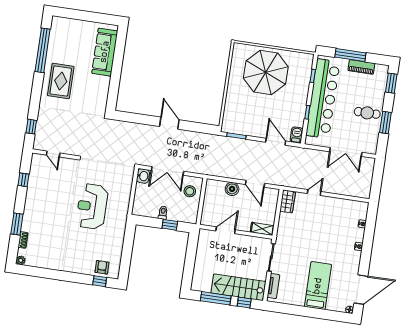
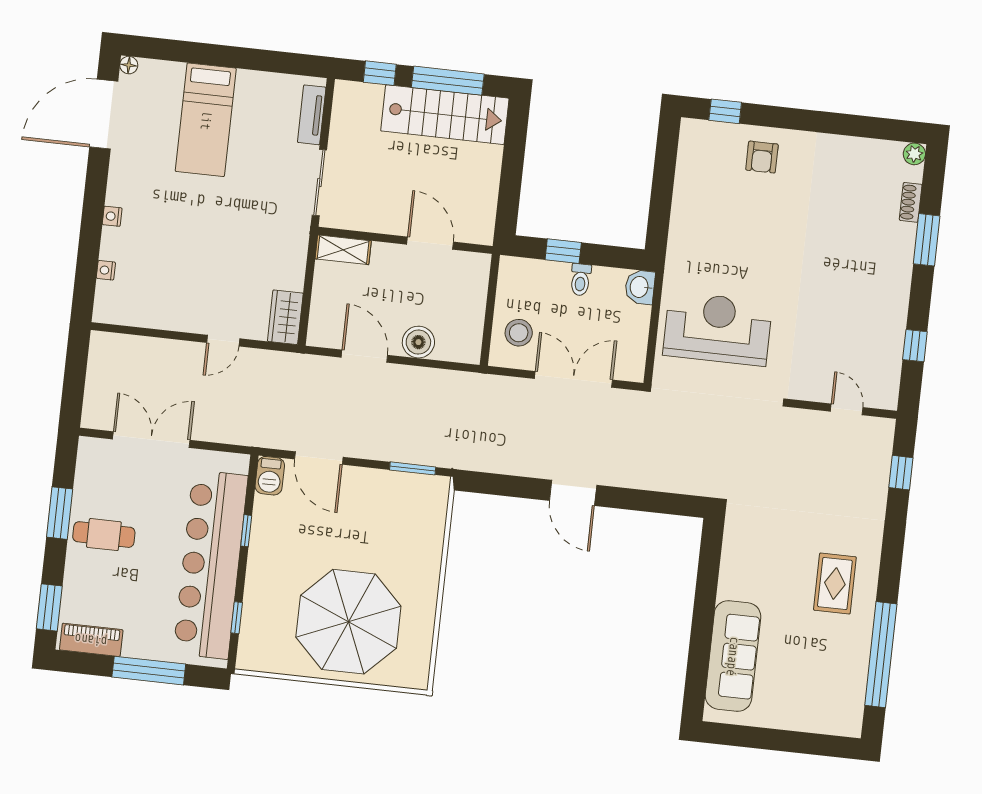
piano: (361, 67) -> (91, 640), moved
rug: (61, 81) -> (835, 584), width x0.73, depth x0.70
washbasin: (143, 176) -> (640, 287), moved
reception desk: (92, 206) -> (718, 329), moved, turned -90
door: (226, 230) -> (430, 243), swing flipped
armchair: (102, 267) -> (762, 157), moved
stairs: (238, 287) -> (445, 115), moved

